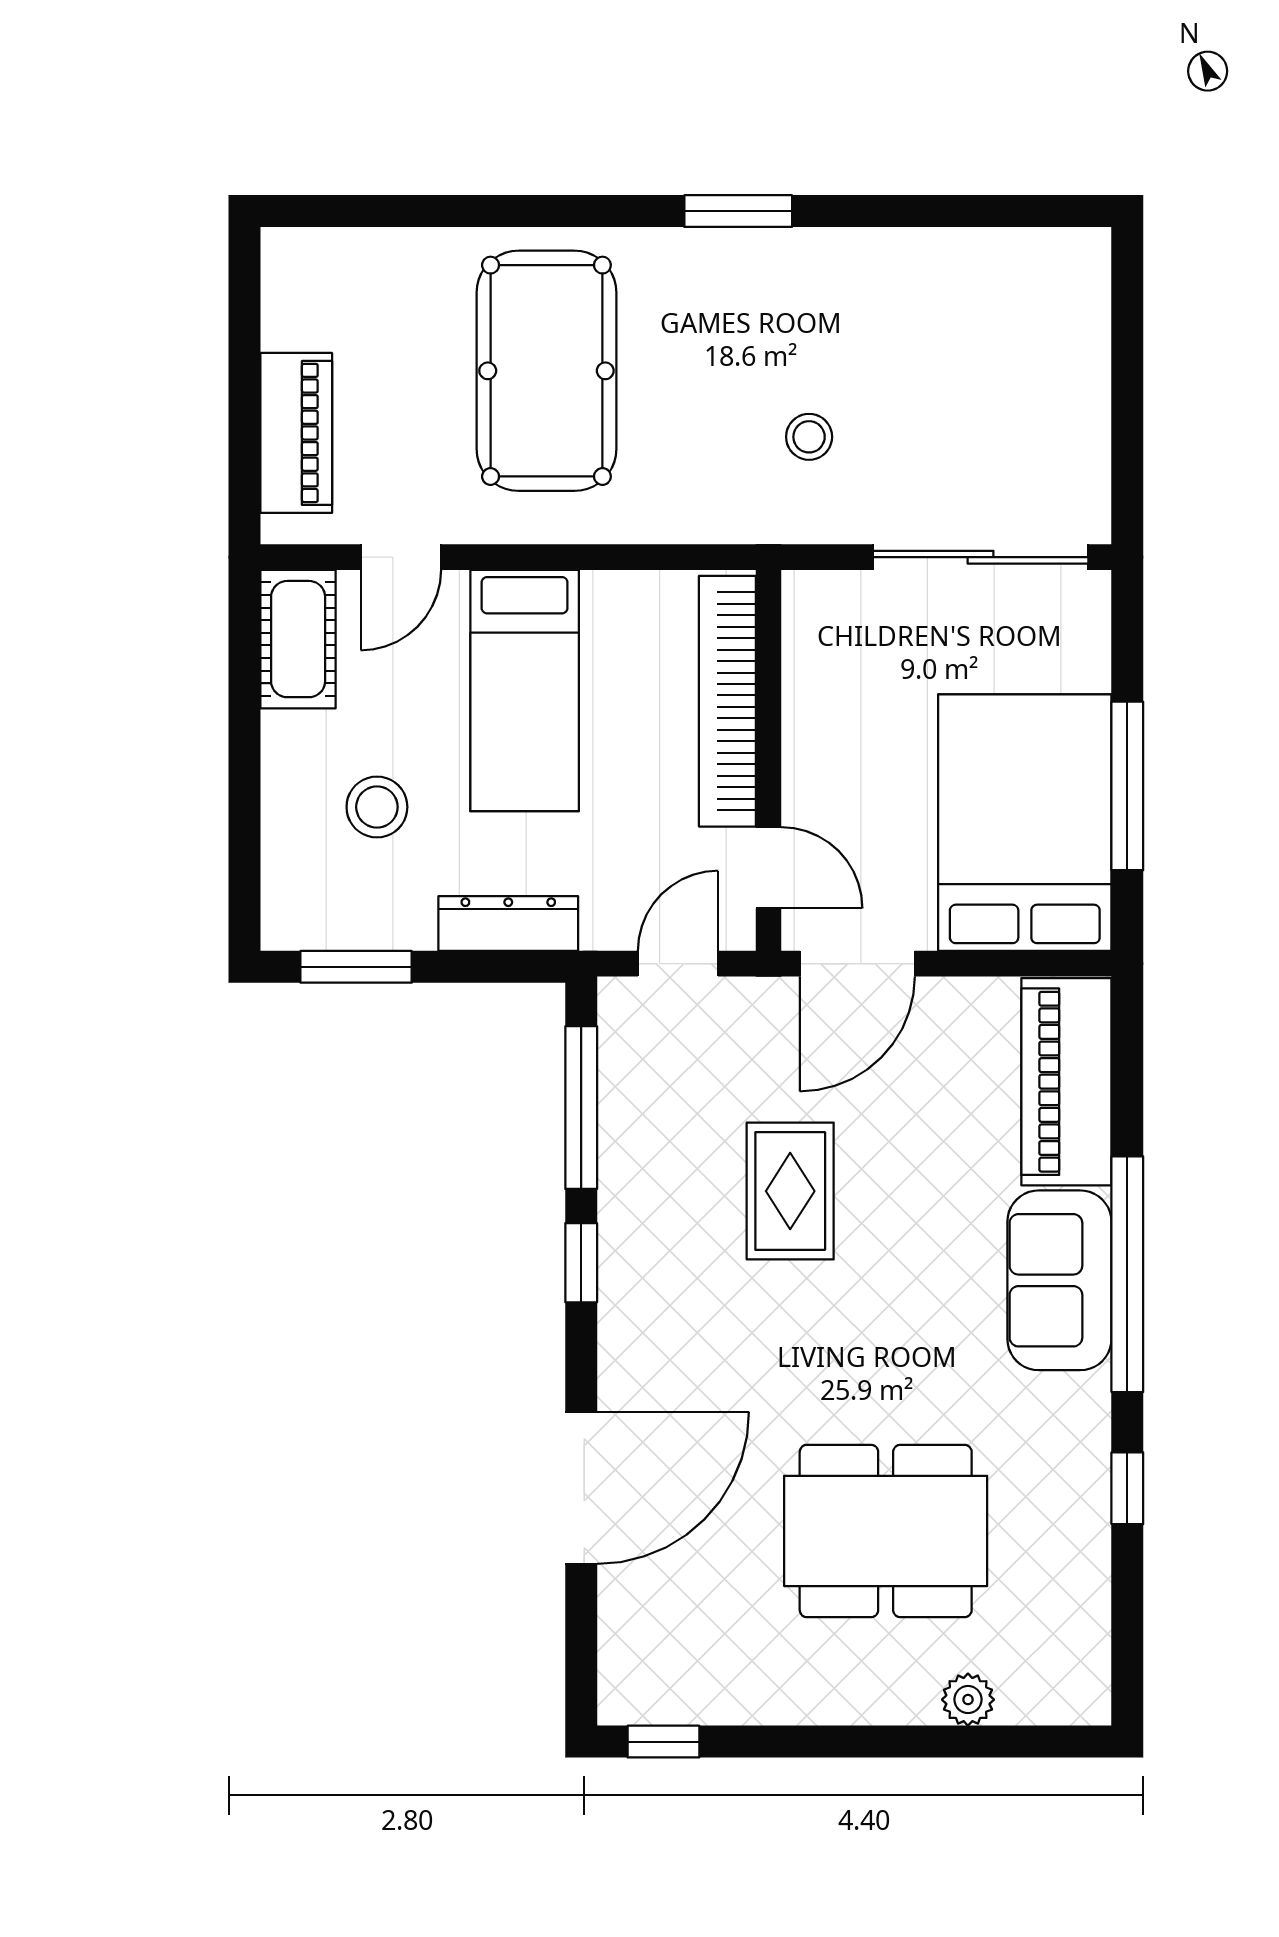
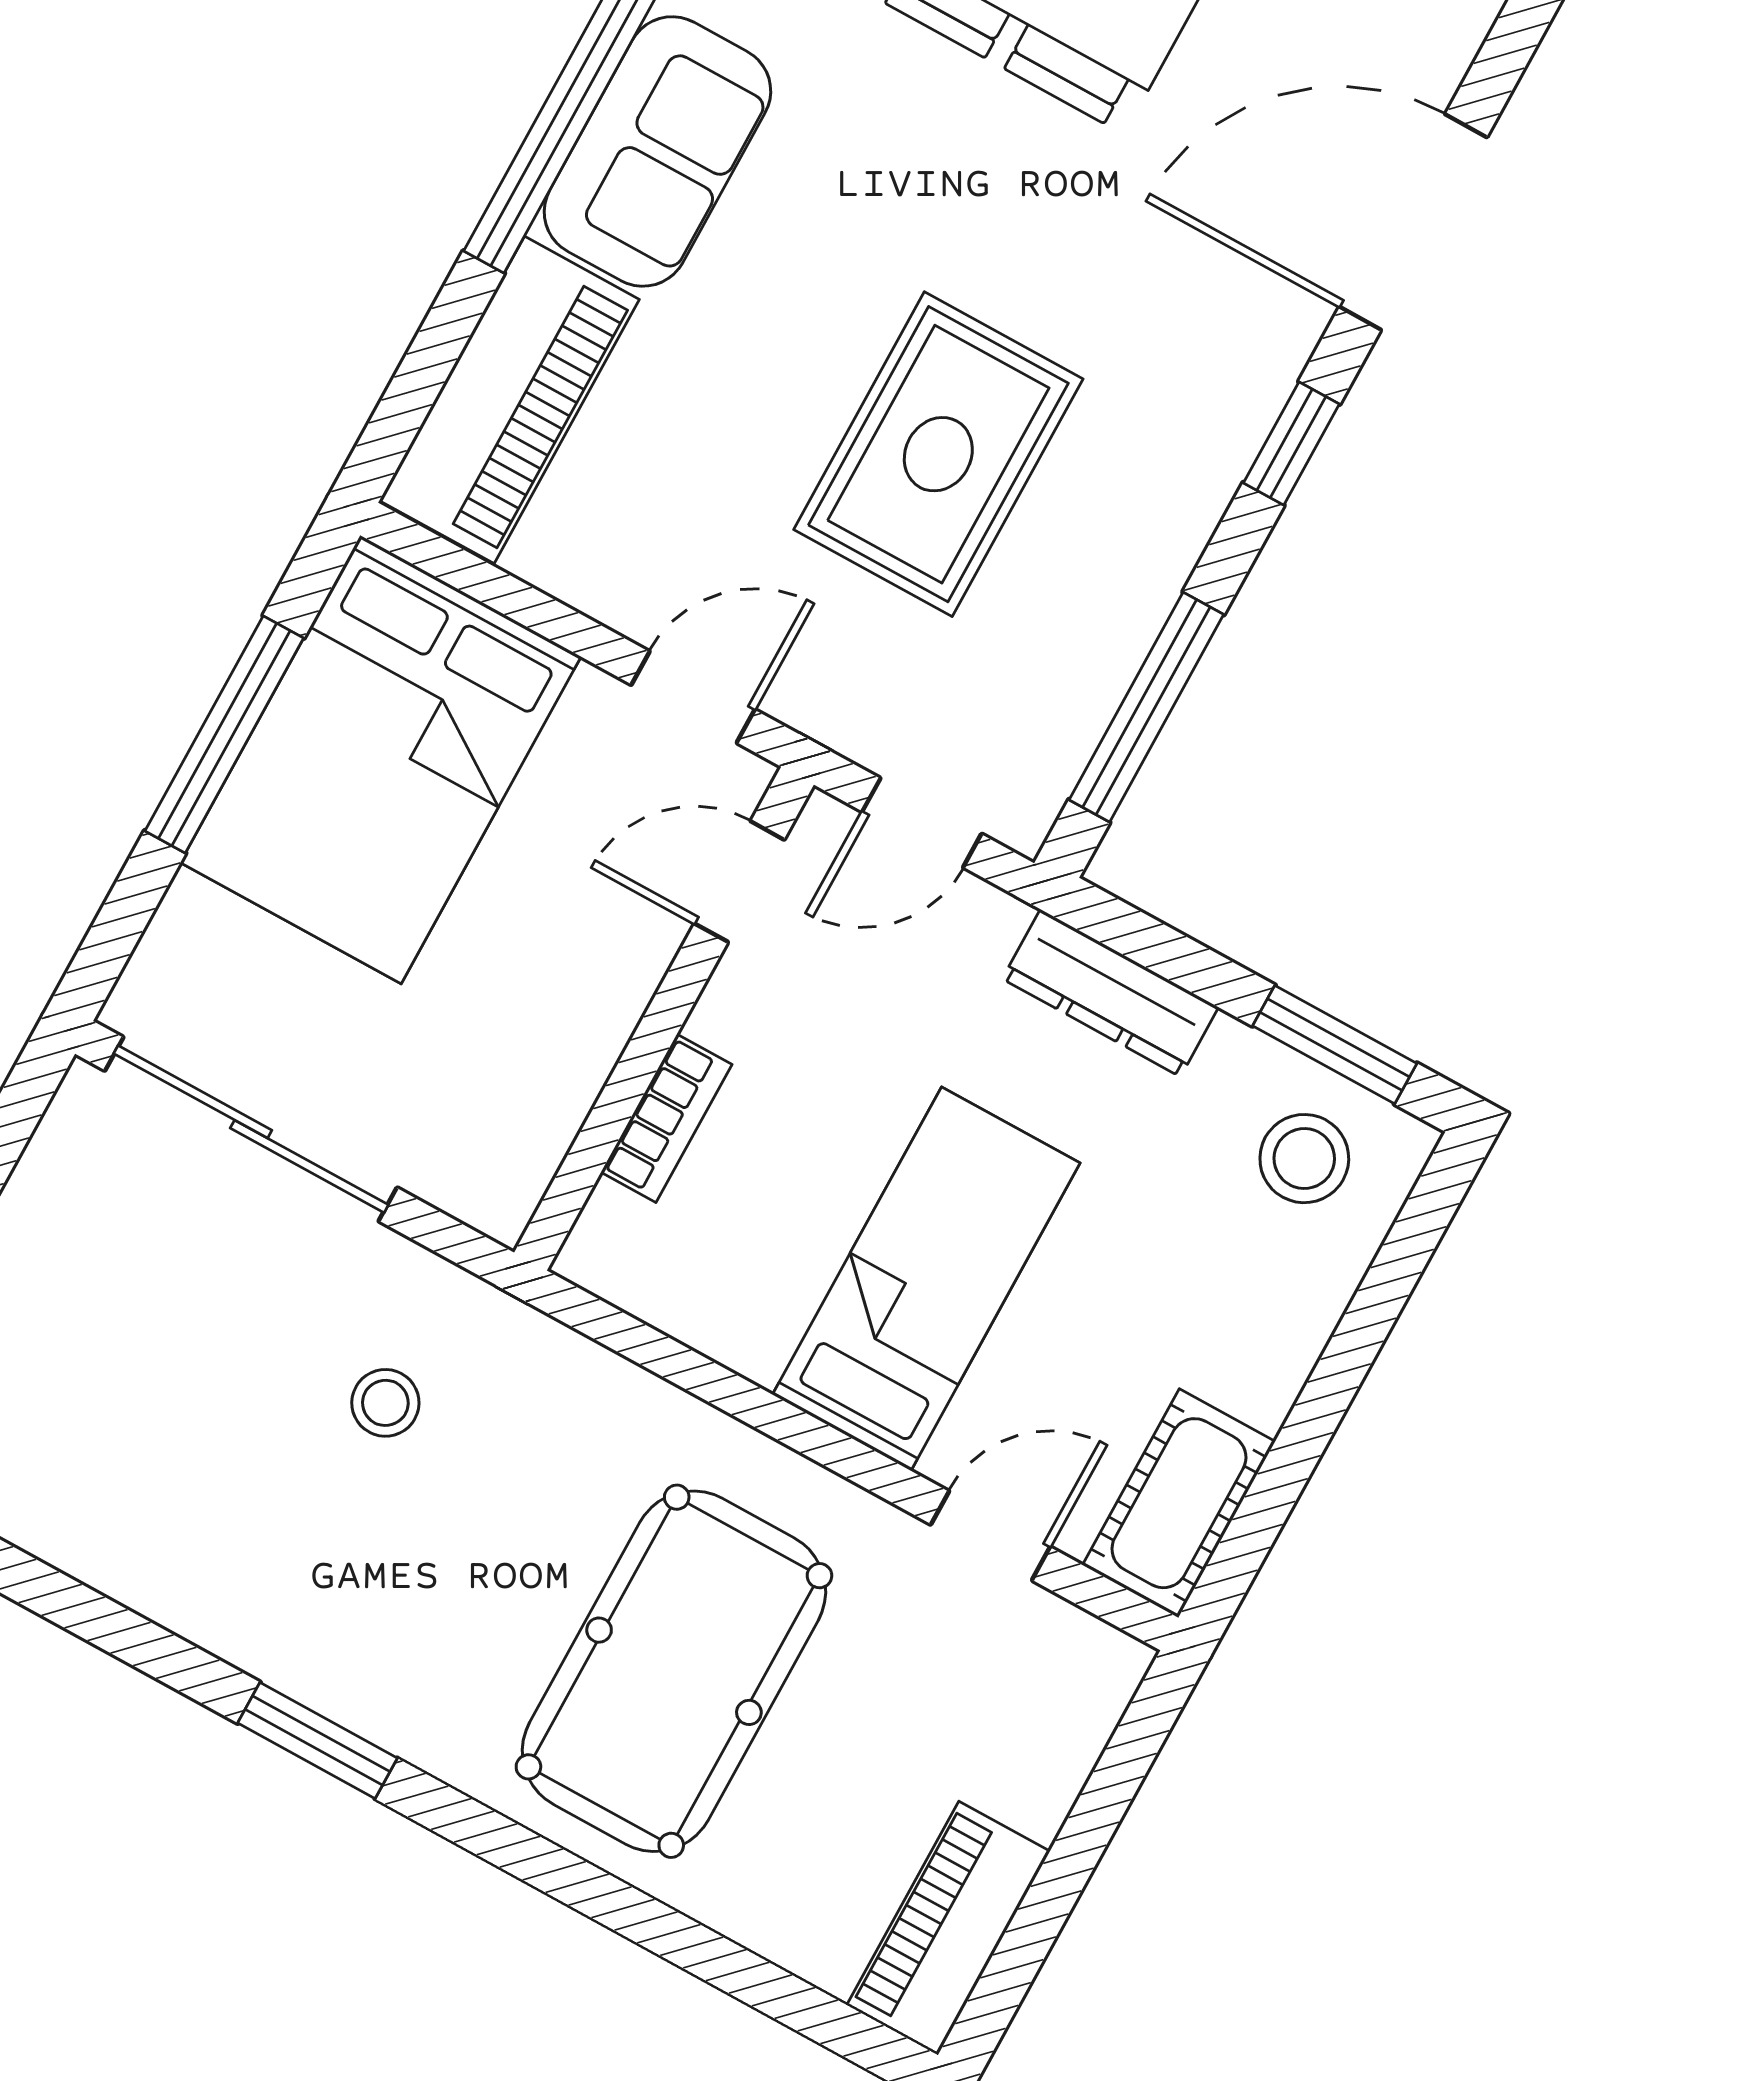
piano: (296, 433) -> (948, 1928), moved
bookcase: (727, 701) -> (666, 1118), width x0.43, depth x0.76
stool: (377, 807) -> (1304, 1159), moved
door: (769, 868) -> (739, 882), hinge flipped
door: (857, 964) -> (693, 697), width x0.73
rug: (790, 1191) -> (938, 454), width x1.36, depth x1.43
window: (581, 1263) -> (1291, 443), moved

